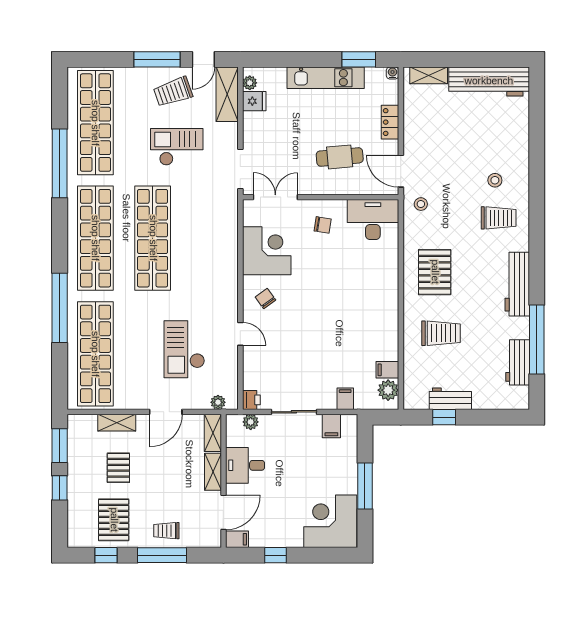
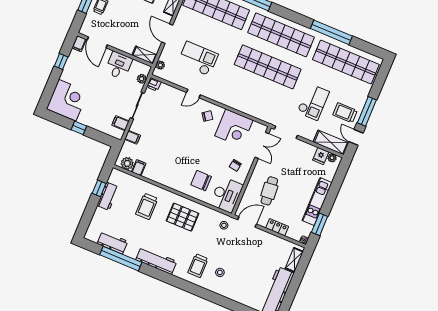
trolley: (173, 92) -> (345, 113), turned -71
chair: (368, 267) -> (201, 181), added
shelving: (213, 472) -> (123, 46), removed
window: (365, 486) -> (79, 128), width x0.46

